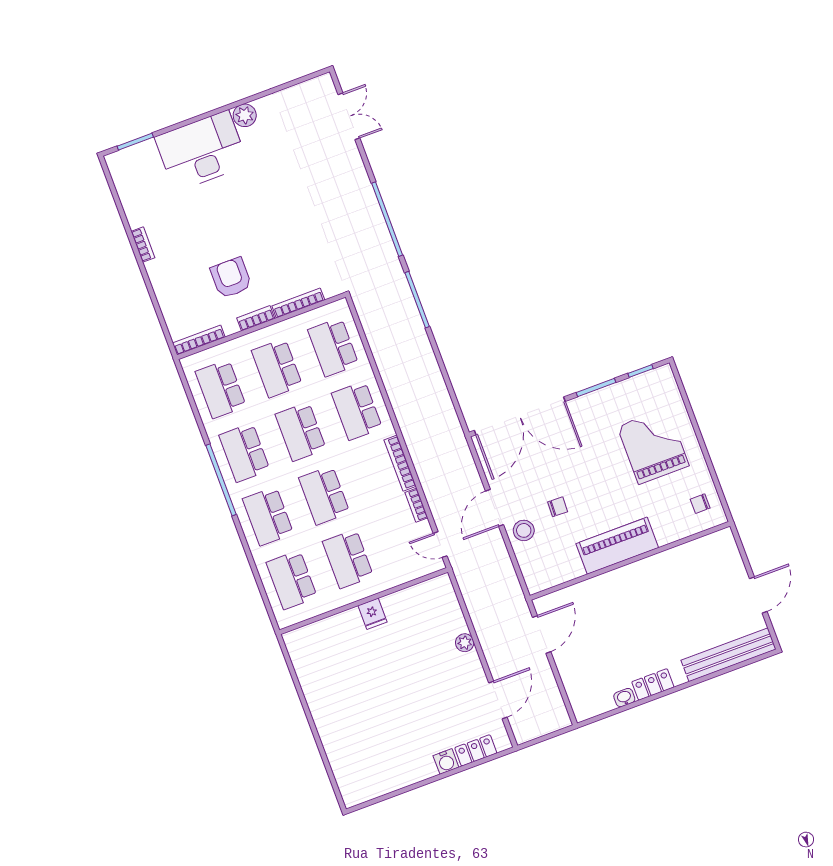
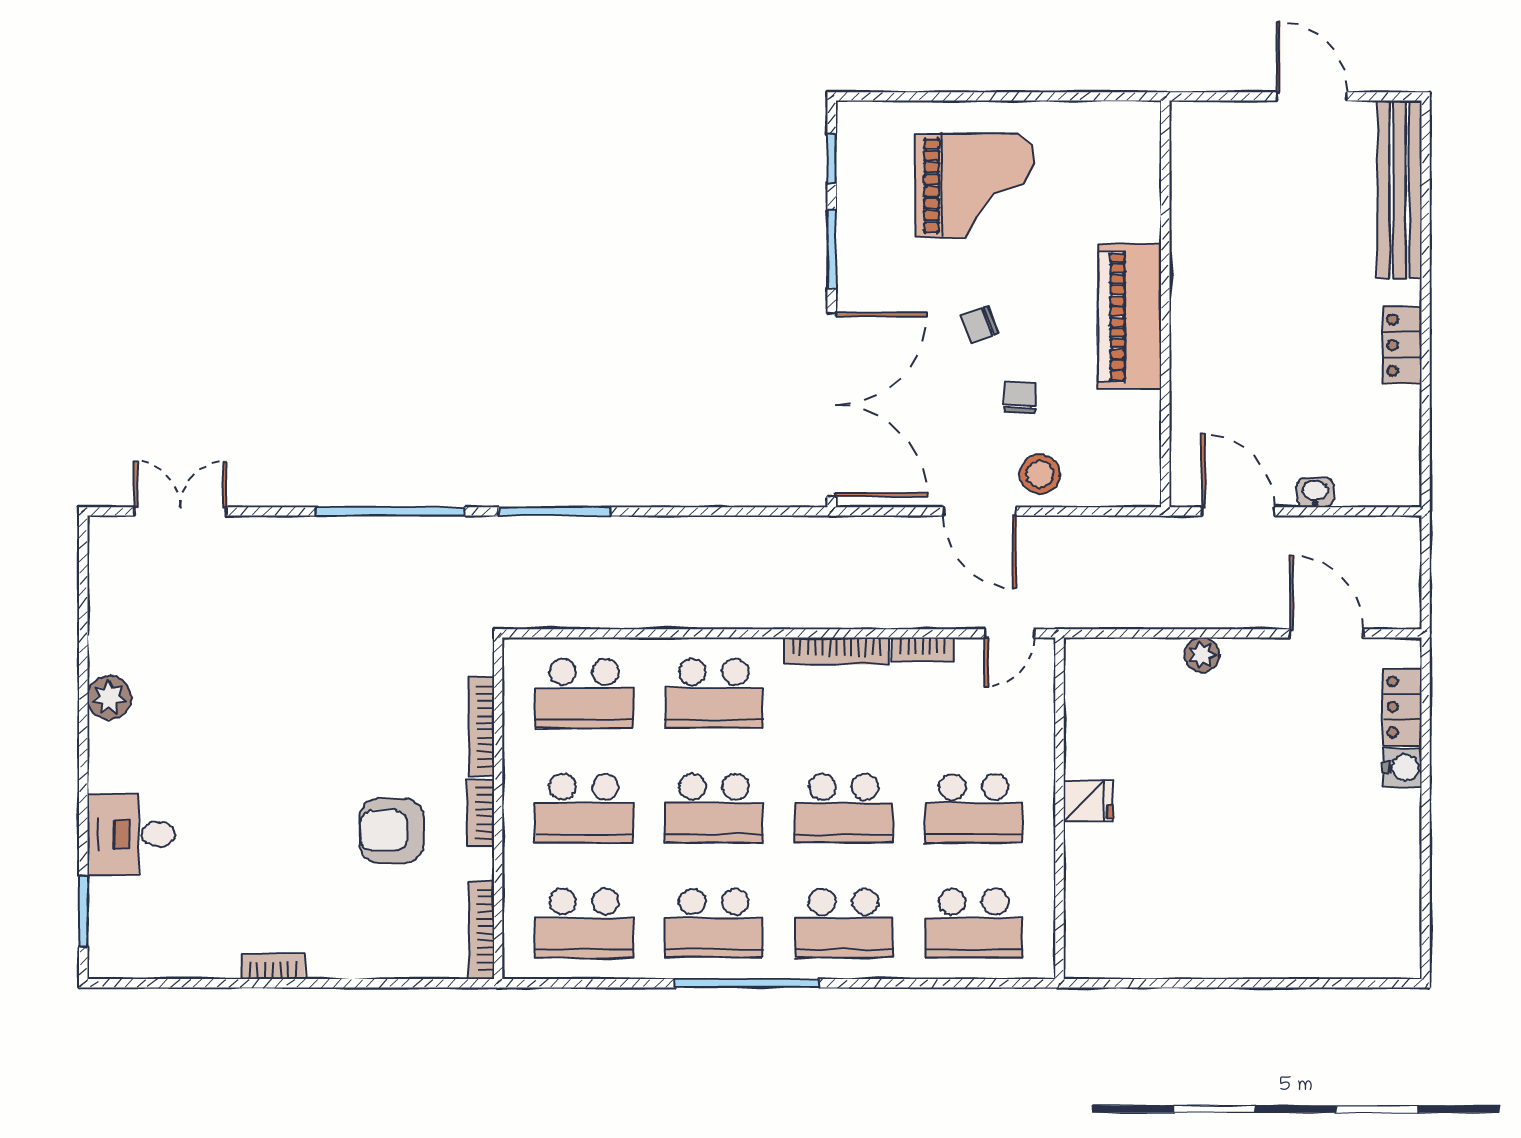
desk: (202, 151) -> (131, 834), width x0.53, depth x0.77
grand piano: (653, 446) -> (975, 186), turned 180
chair: (700, 504) -> (980, 324), moved, turned 70
washbasin: (624, 698) -> (1315, 492), moved, turned 90

